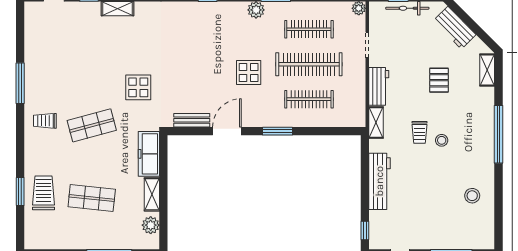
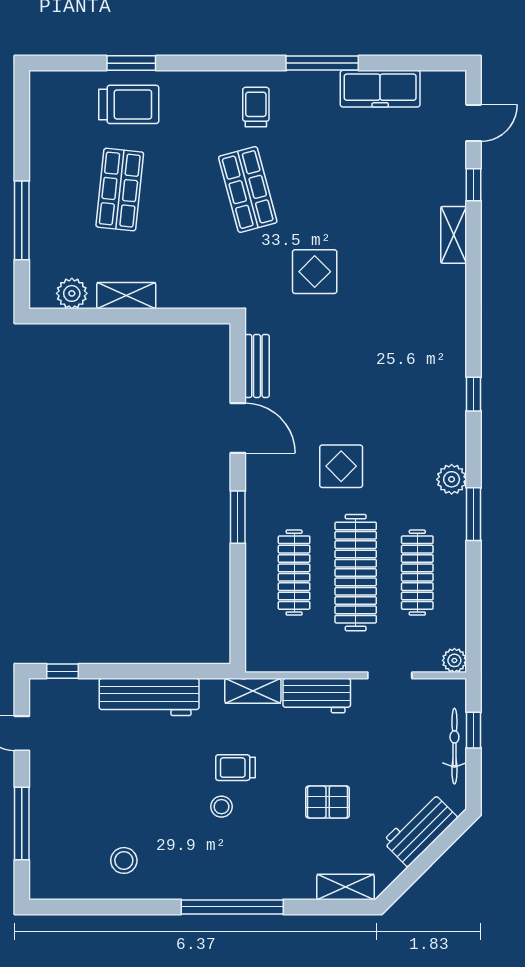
freezer: (149, 154) -> (380, 89), moved, turned 180

